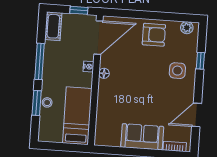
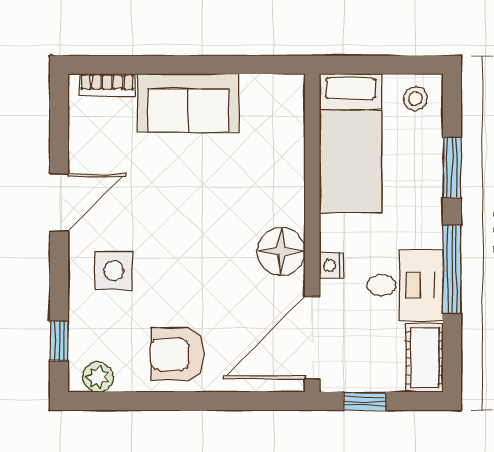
desk: (59, 56) -> (405, 285), added
window: (200, 61) -> (59, 341), moved
floor lamp: (104, 73) -> (281, 251), width x1.89, depth x1.89
stool: (47, 102) -> (415, 99), moved
door: (197, 115) -> (59, 202), moved

